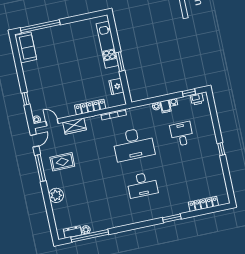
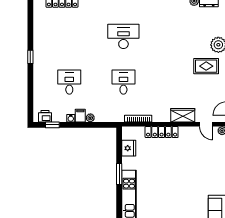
desk: (182, 134) -> (69, 82), turned 180
desk: (134, 144) -> (123, 82), width x0.53, depth x0.77
rug: (62, 162) -> (206, 66), moved

